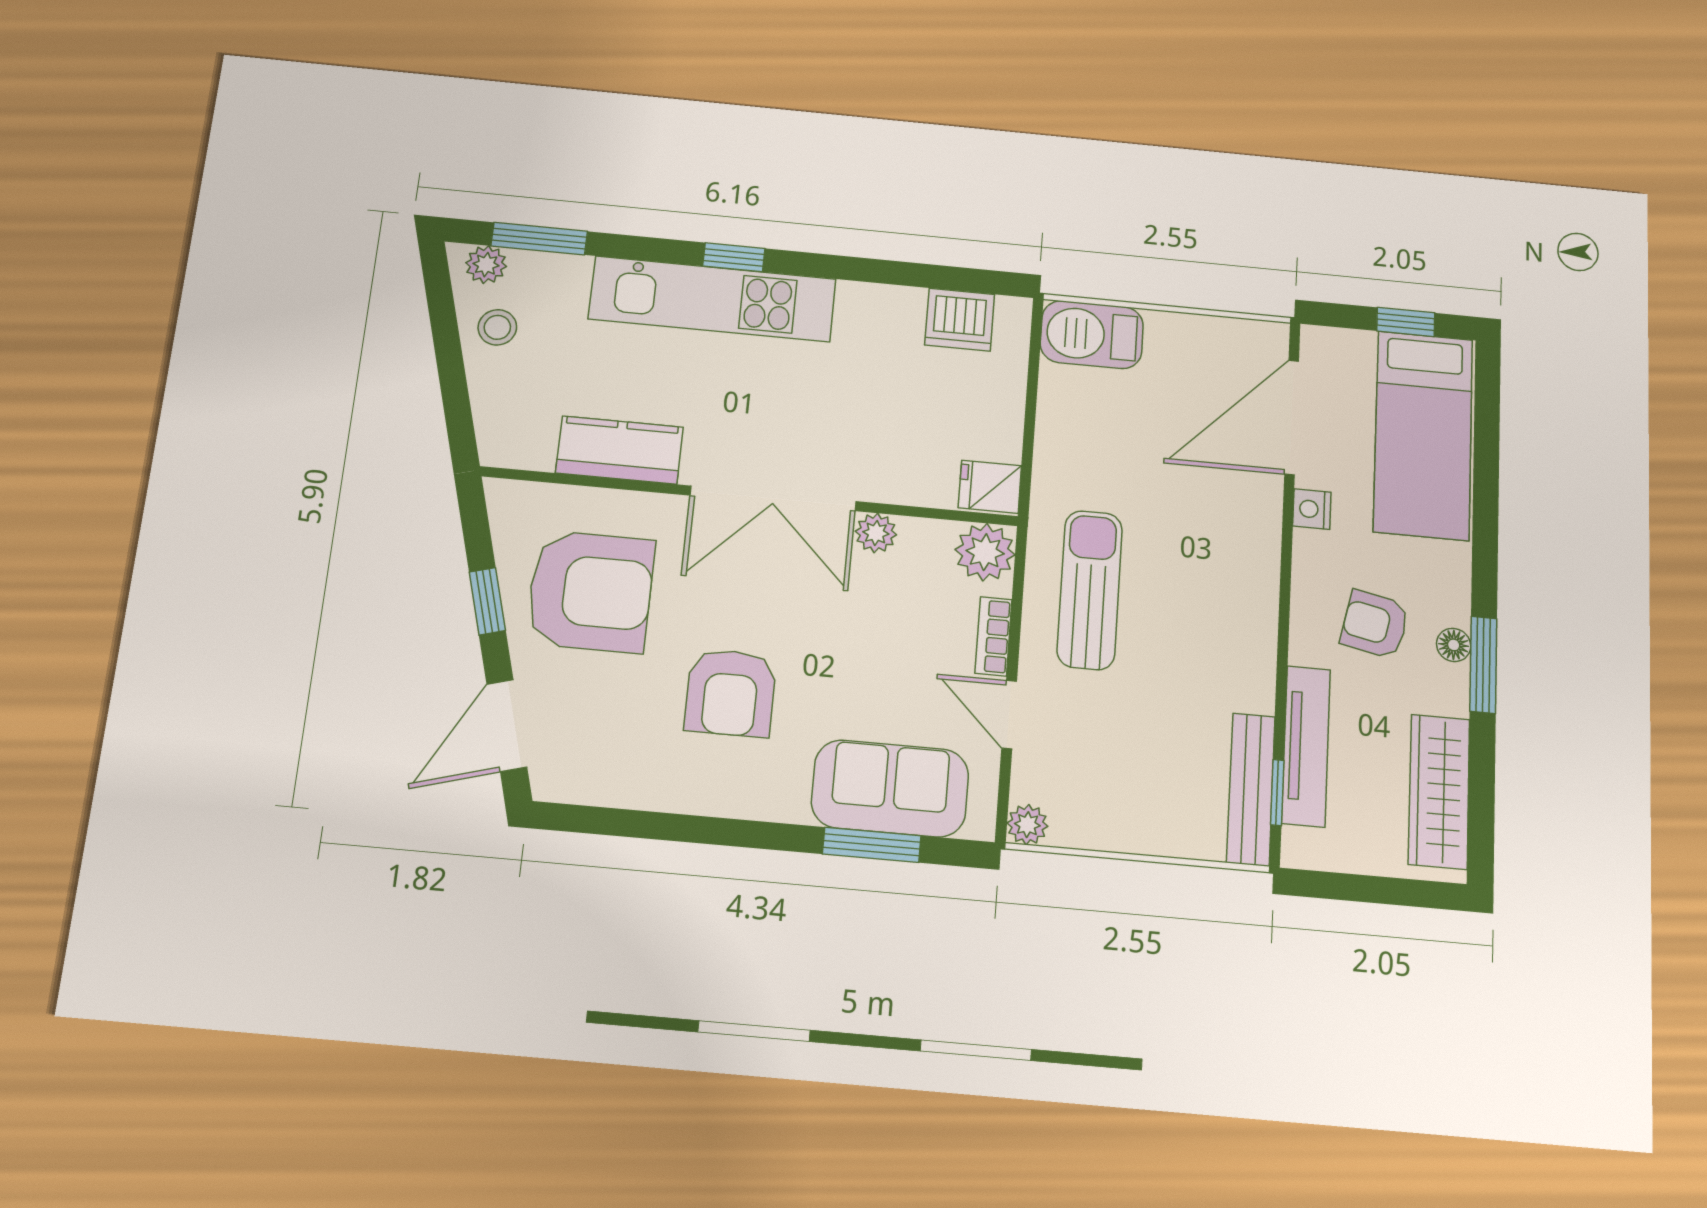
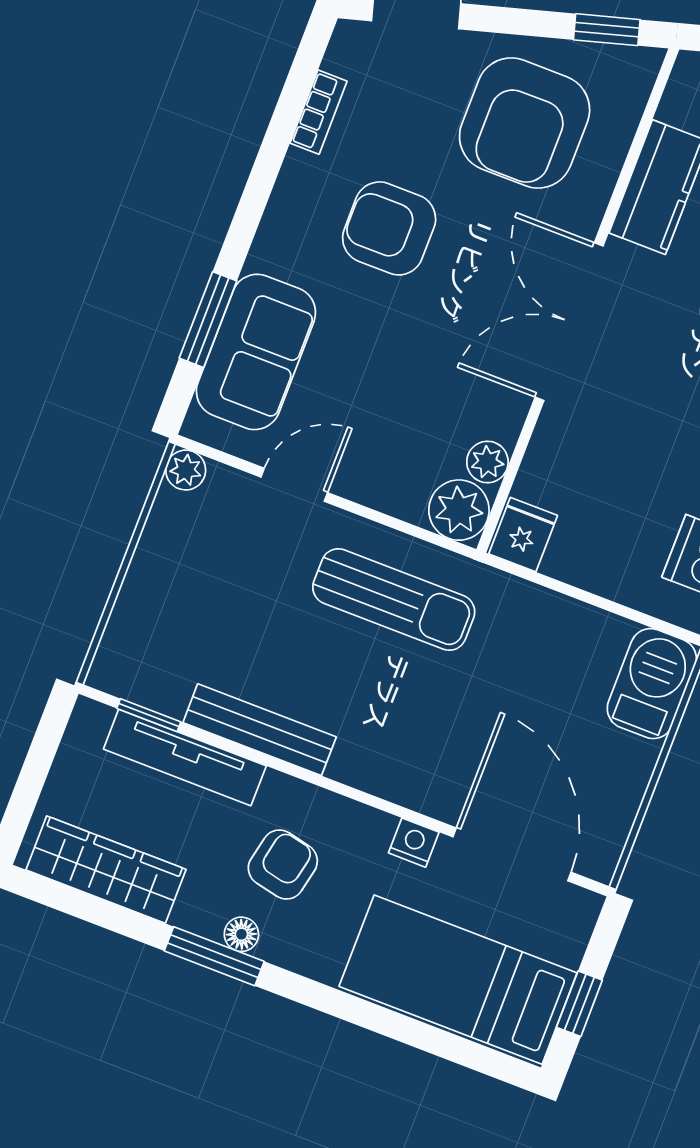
plant: (876, 533) -> (487, 462), moved
window: (487, 601) -> (607, 30), moved
bookcase: (993, 636) -> (319, 112), moved, turned 90
bench: (1251, 789) -> (260, 730), moved

